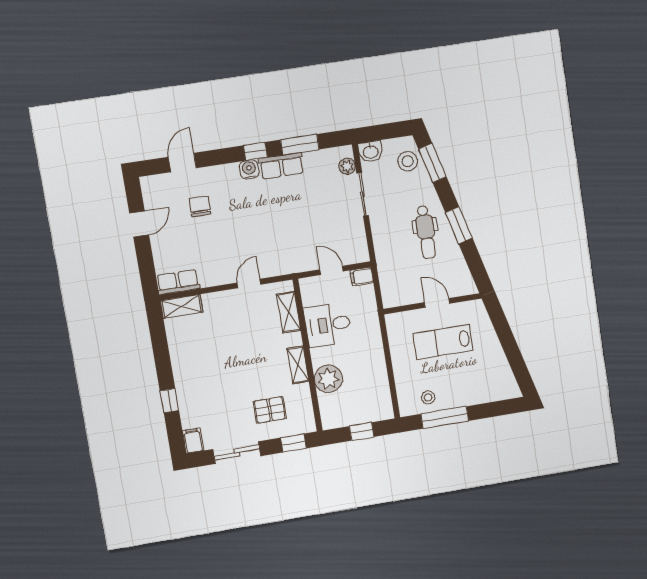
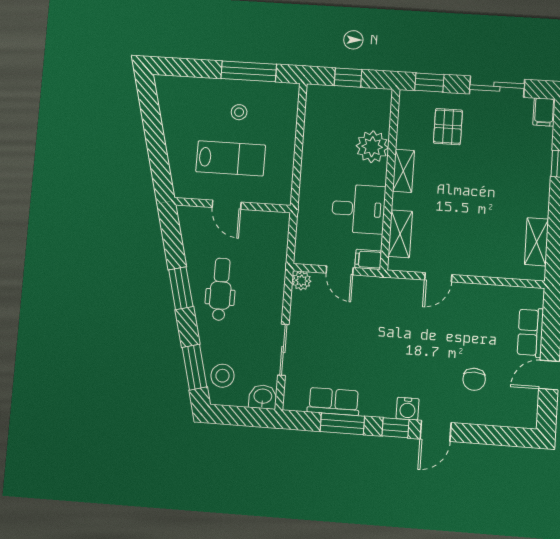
door: (182, 162) -> (436, 431), moved
row of seats: (281, 166) -> (333, 401), moved
plant: (347, 166) -> (302, 281), moved
filing cabinet: (362, 277) -> (368, 259), moved, turned 180
row of seats: (178, 282) -> (530, 332), moved, turned 90
shelving: (182, 306) -> (537, 242), moved, turned 90
stool: (428, 397) -> (239, 112), moved
pallet: (270, 410) -> (448, 127), turned 90

